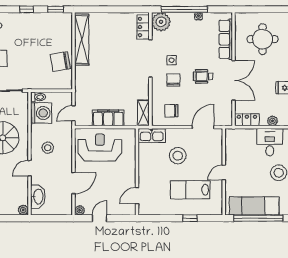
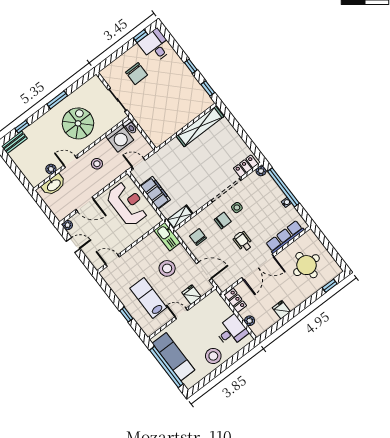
plant: (161, 22) -> (261, 171), width x0.53, depth x0.53
chair: (60, 62) -> (171, 123), removed
fridge: (215, 152) -> (191, 295), added
plant: (23, 210) -> (51, 169), moved

